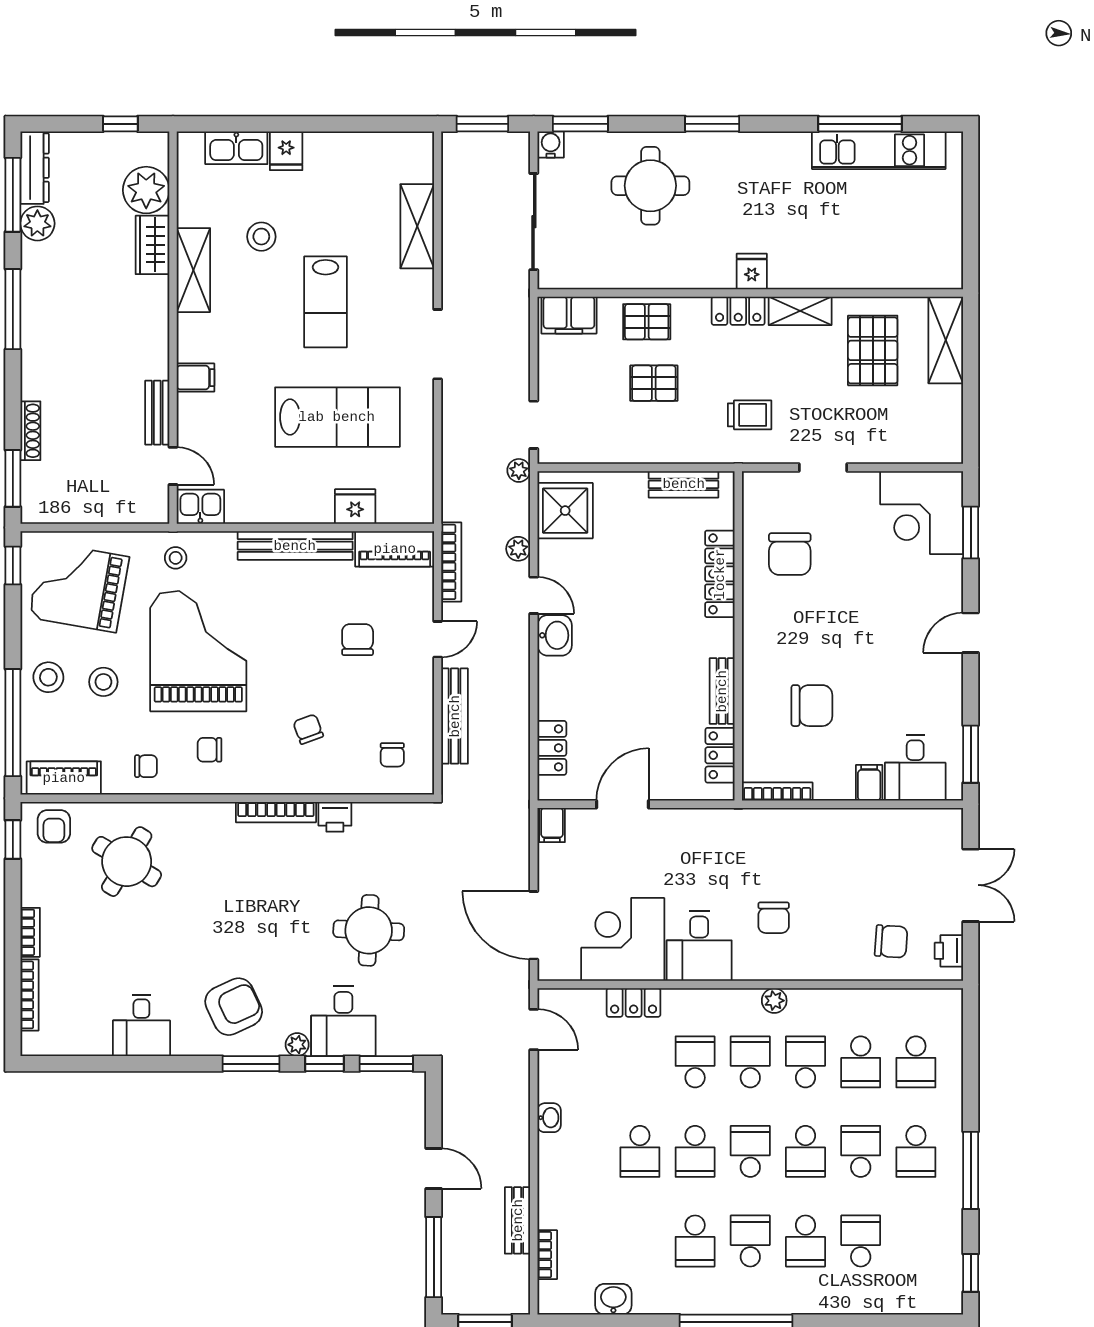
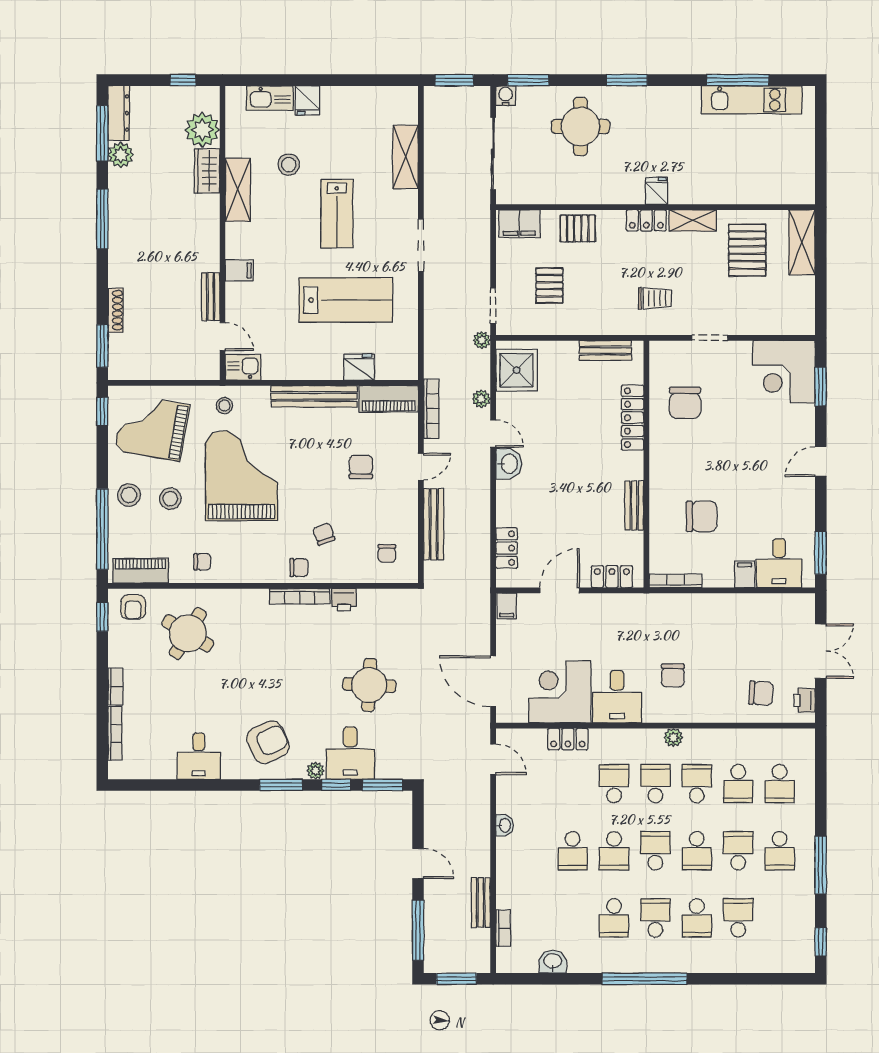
pallet: (654, 383) -> (549, 286), moved, turned 90
chair: (209, 750) -> (299, 568), moved, turned 180
locker: (720, 755) -> (612, 577), moved, turned 90

